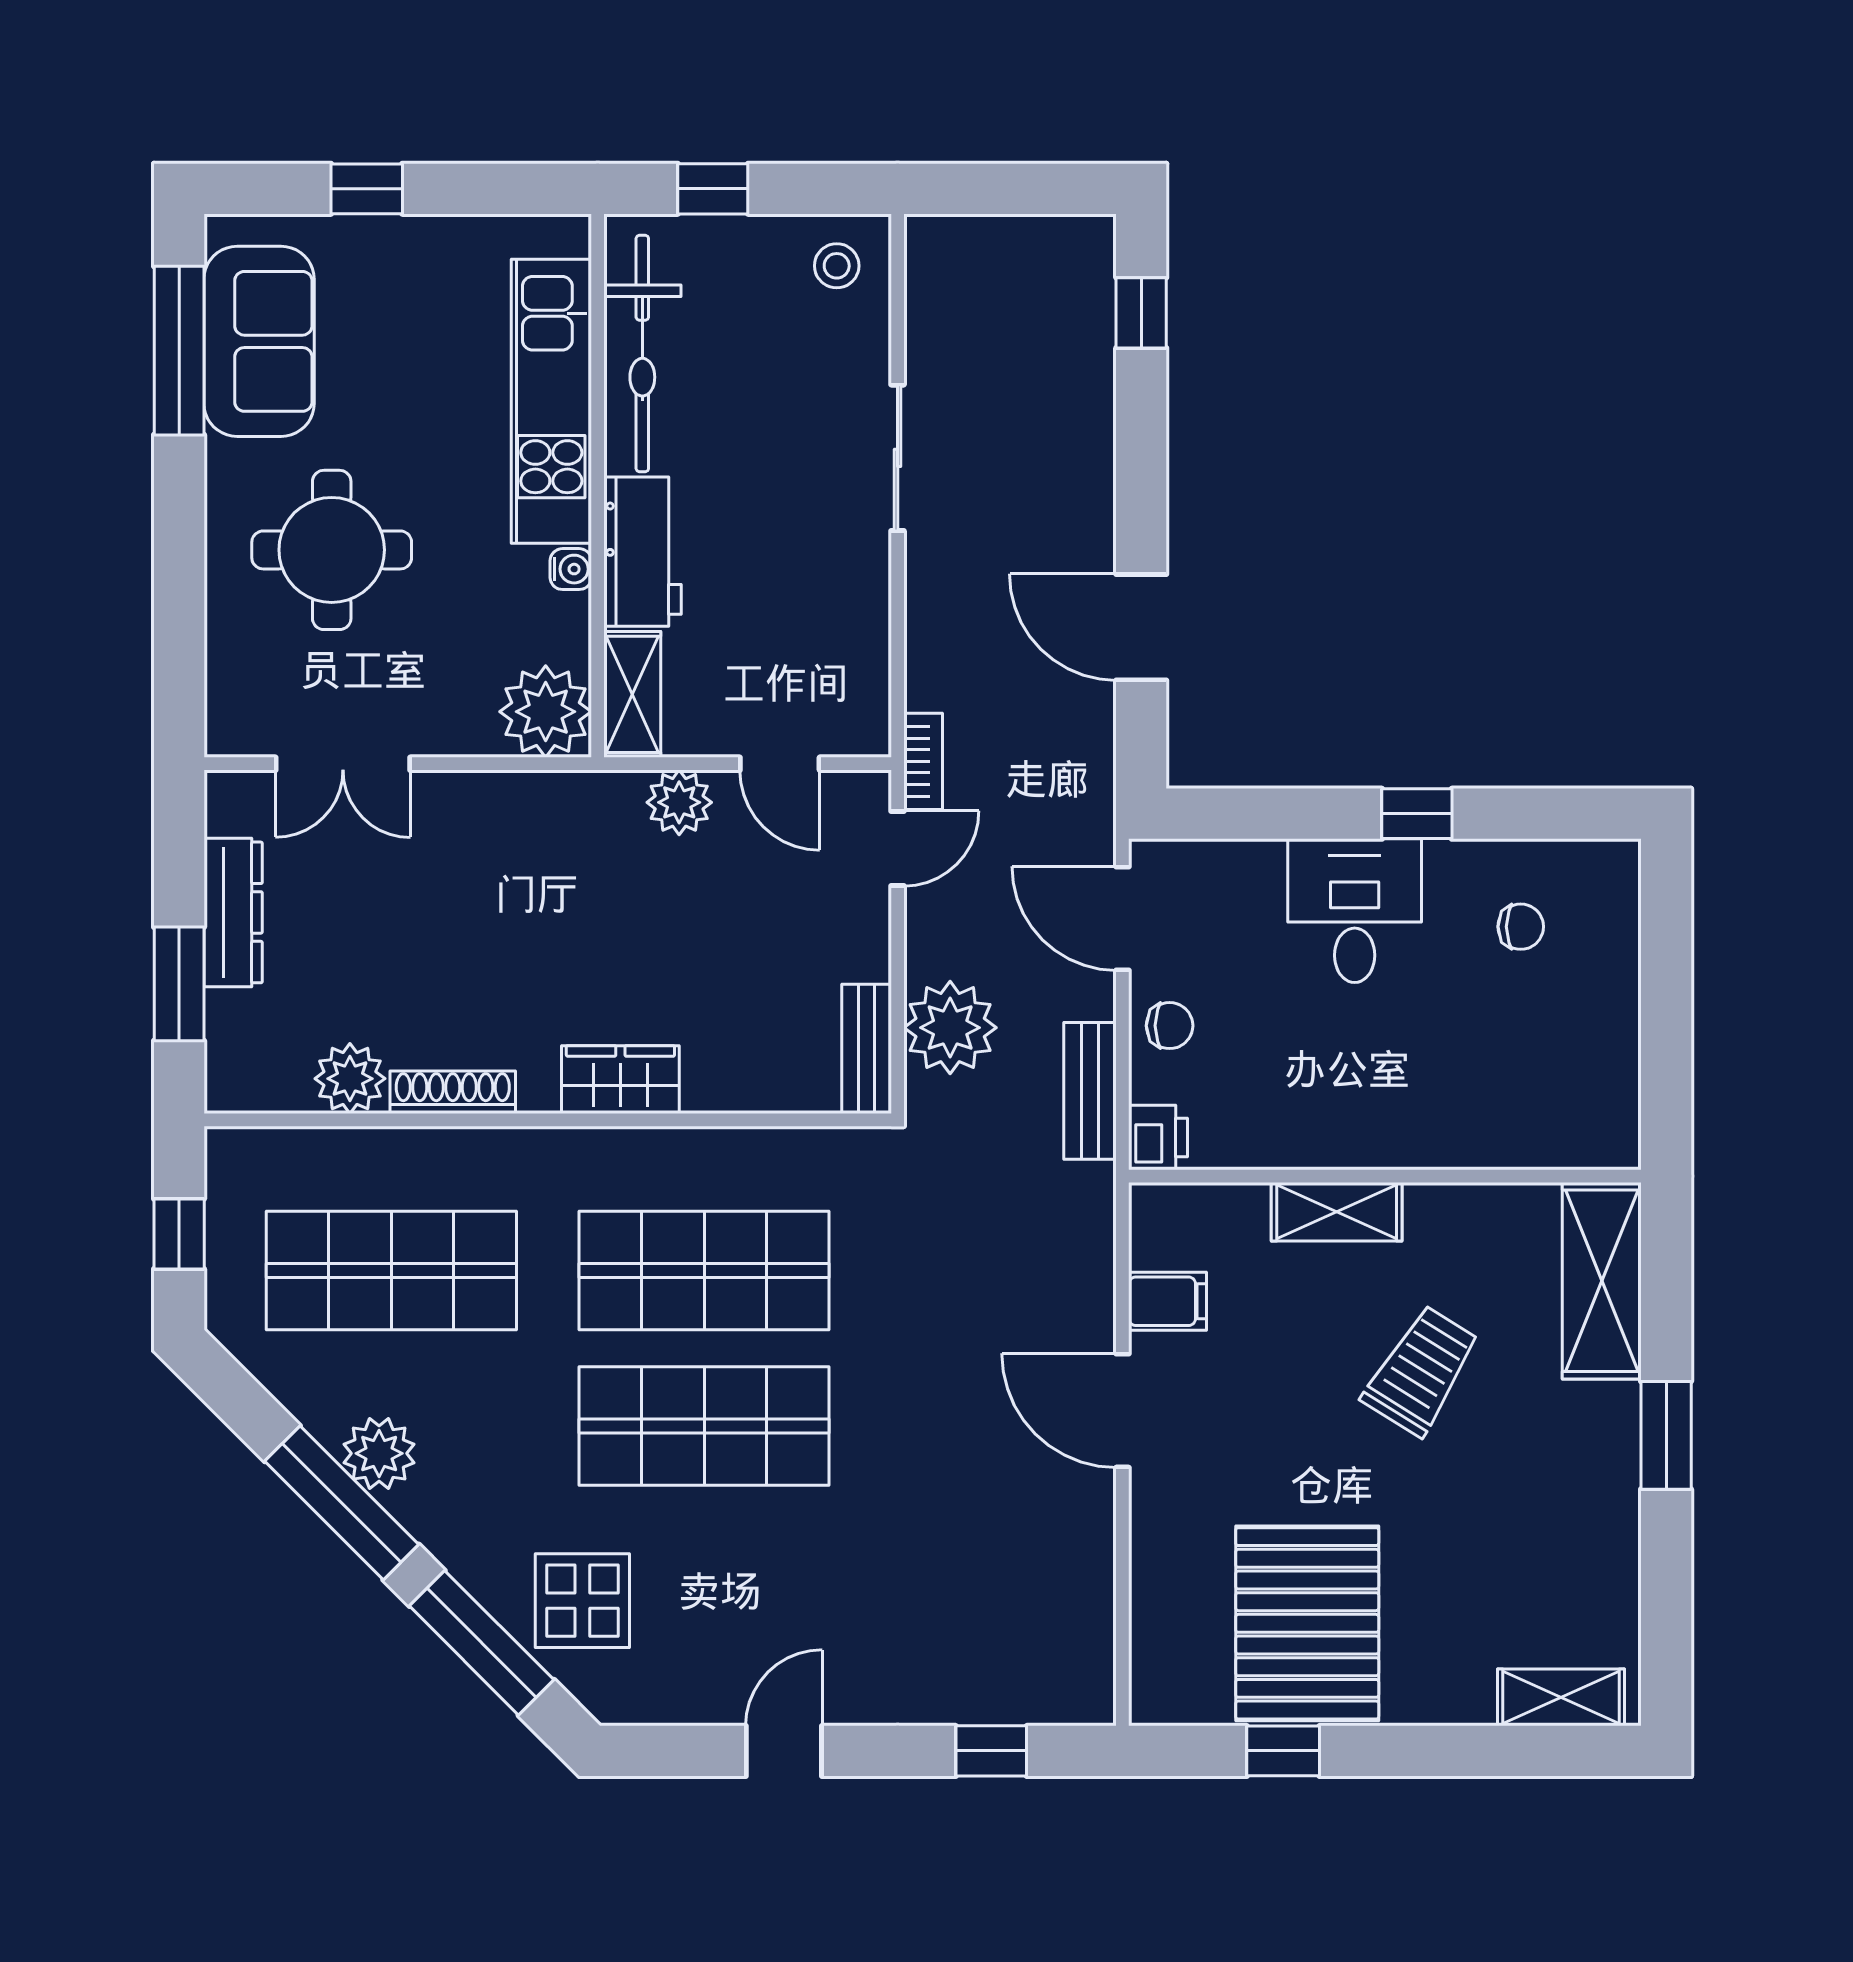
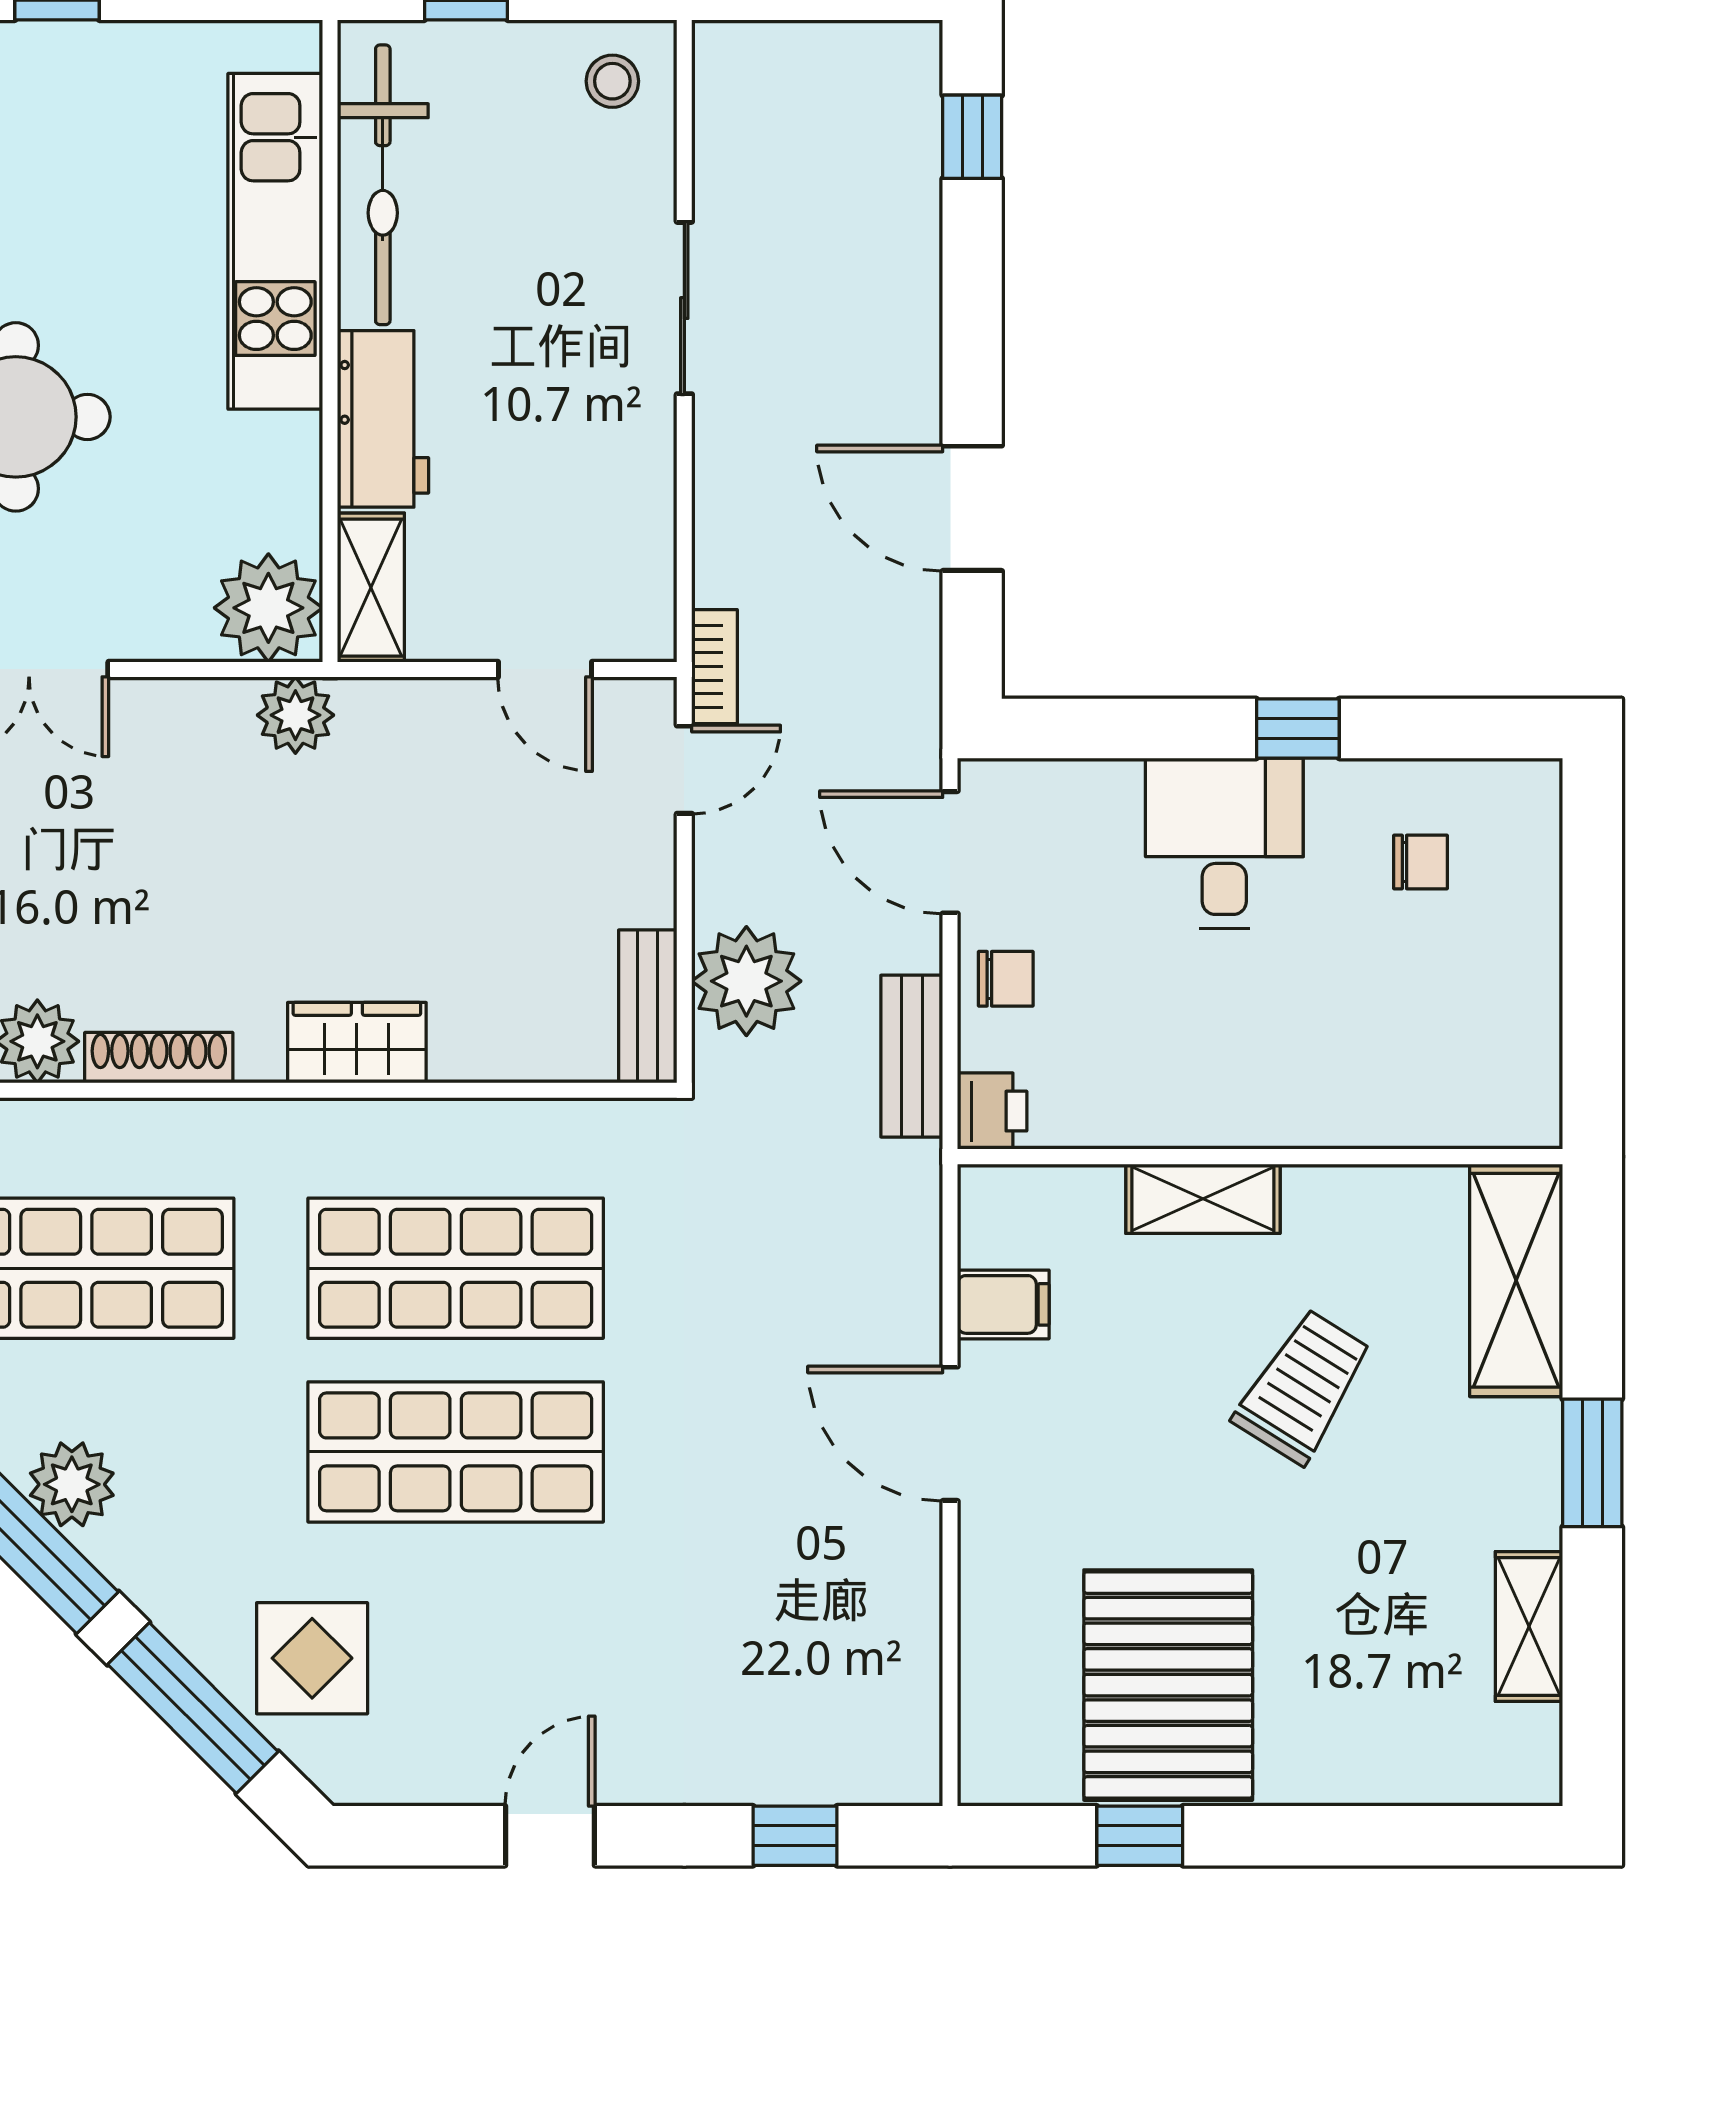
water cooler: (571, 569) -> (298, 439), removed
plant: (679, 802) -> (295, 715), moved
shelving: (1561, 1697) -> (1529, 1626), moved, turned 90

